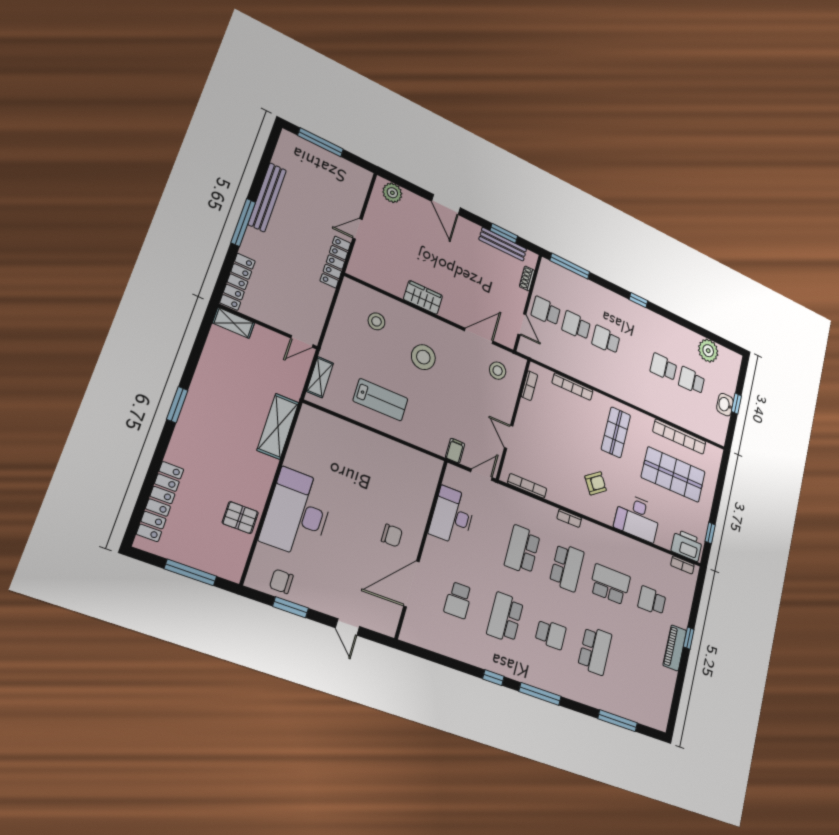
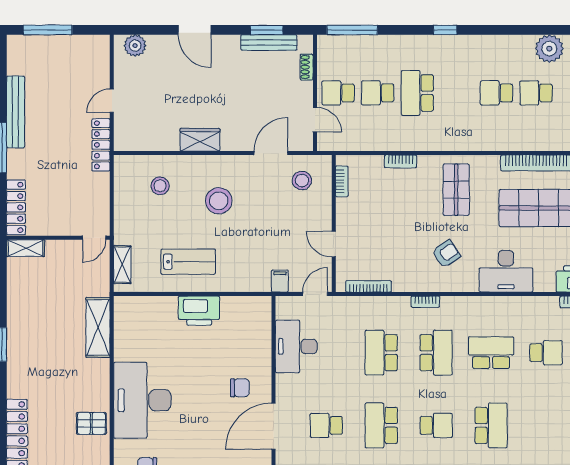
school desk: (606, 340) -> (417, 93), width x1.85
bookcase: (573, 387) -> (400, 161), width x0.64
printer: (377, 449) -> (199, 311), added
school desk: (458, 600) -> (326, 425), turned 90
school desk: (652, 601) -> (546, 353), turned 180

